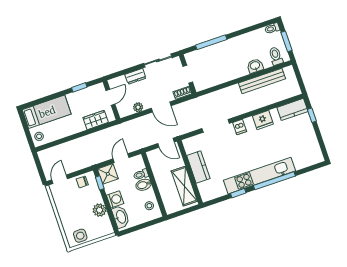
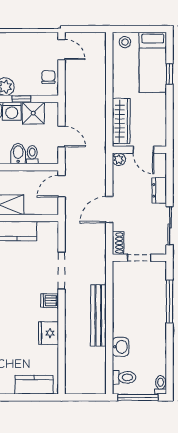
window: (287, 41) -> (138, 397), width x1.44
bench: (262, 81) -> (98, 315), moved
window: (79, 87) -> (170, 74), moved
plant: (138, 107) -> (119, 159), moved
kitchen counter: (292, 109) -> (34, 385), moved, turned 90
window: (312, 115) -> (33, 397), removed
wardrobe: (96, 120) -> (121, 121), width x1.50
door: (166, 143) -> (62, 186), moved
shower: (108, 174) -> (33, 113), moved
window: (100, 183) -> (21, 99), moved

